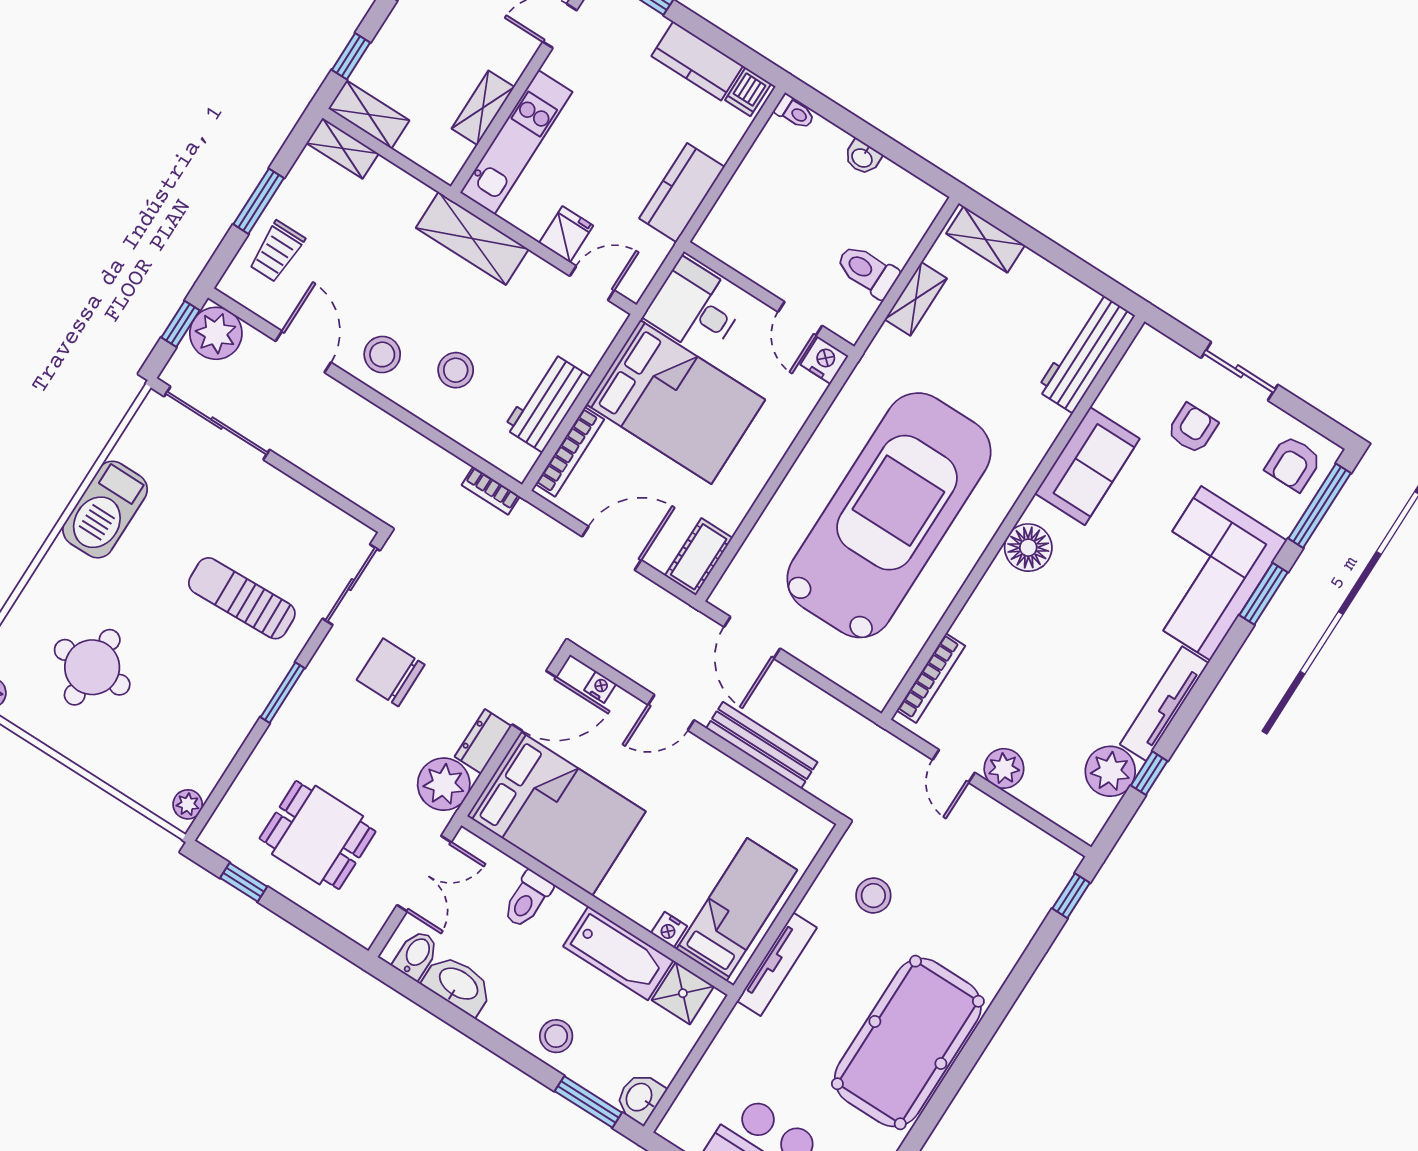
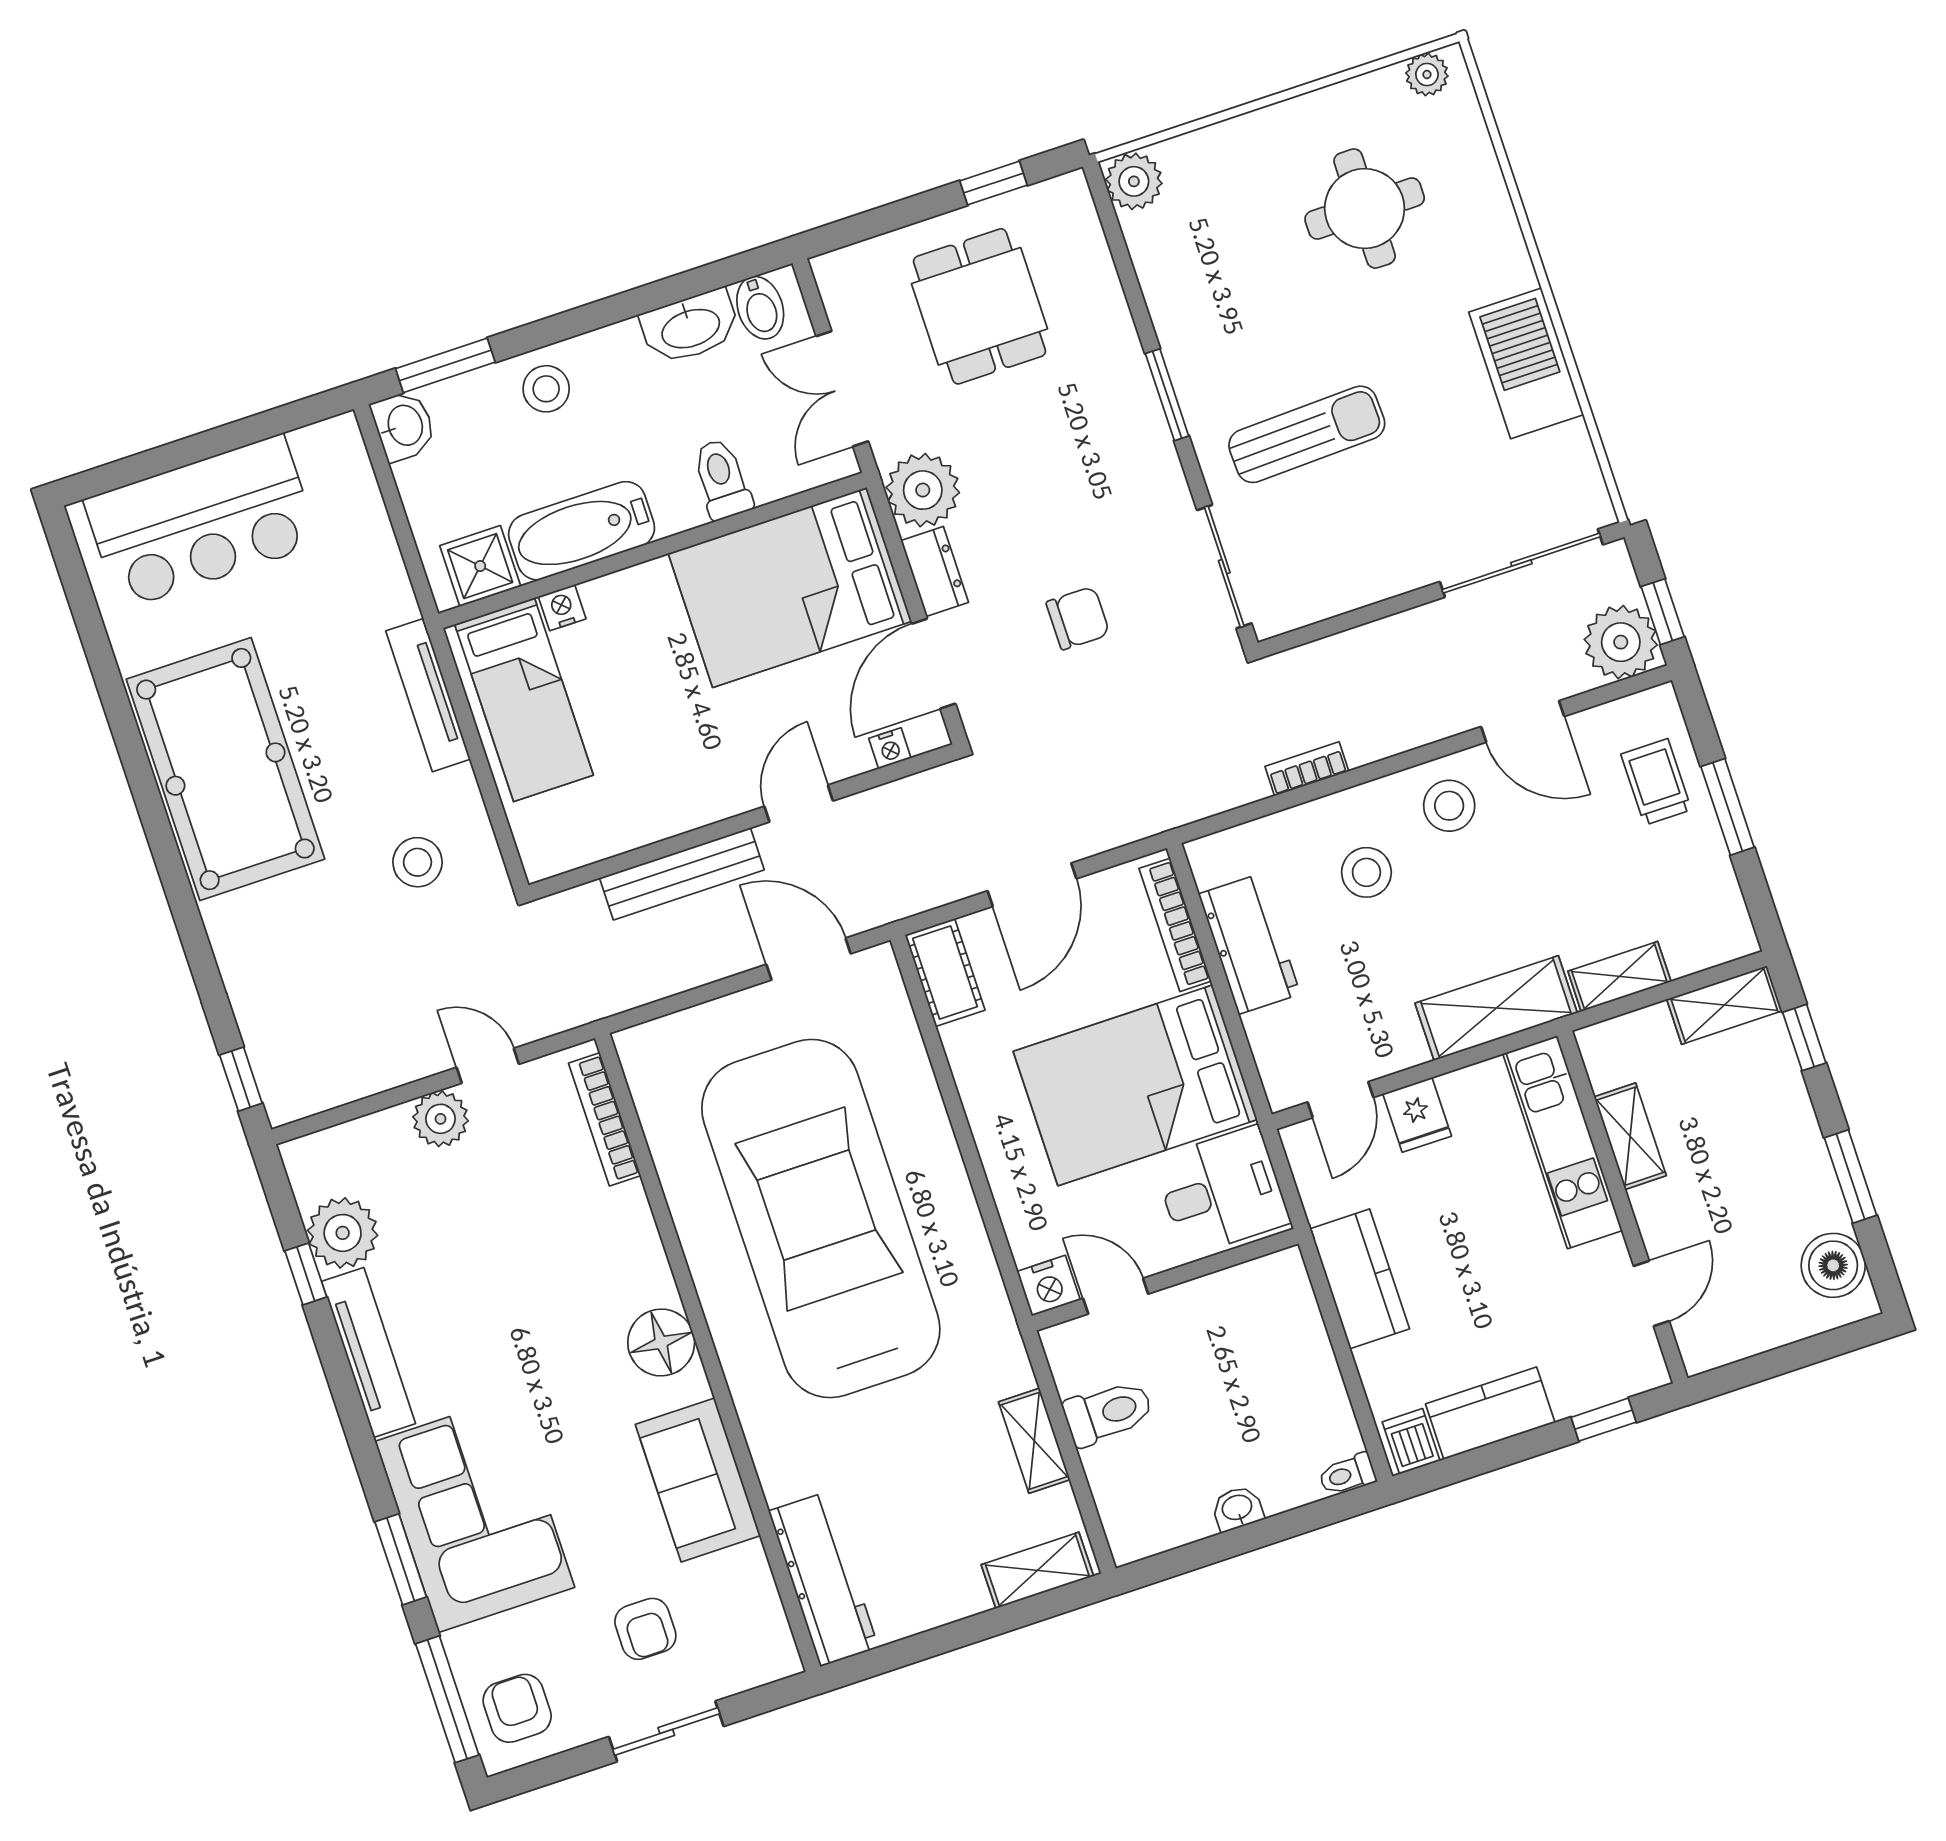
shelving: (343, 148) -> (1619, 976), moved
bookcase: (491, 491) -> (1307, 769), moved
car: (889, 515) -> (821, 1218), turned 180
chair: (391, 672) -> (1078, 618), moved, width x0.73, depth x0.73
plant: (188, 804) -> (1134, 181), width x1.38, depth x1.38
dining table: (318, 835) -> (979, 306), turned 90

